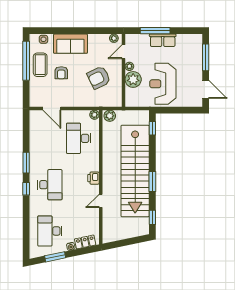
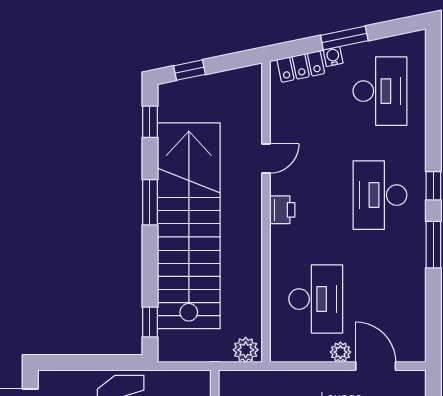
plant: (94, 115) -> (340, 352), moved
window: (135, 240) -> (189, 70), added
window: (55, 257) -> (344, 38), moved

